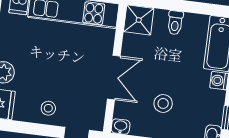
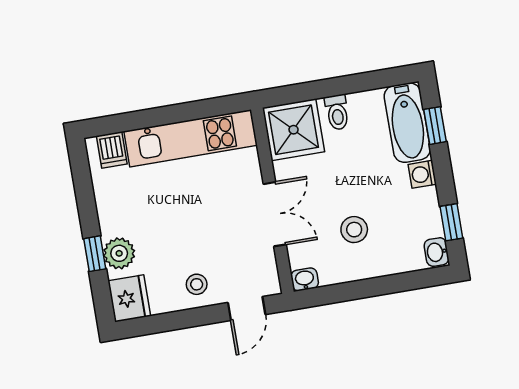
shower: (139, 20) -> (294, 130), width x1.36, depth x1.36

